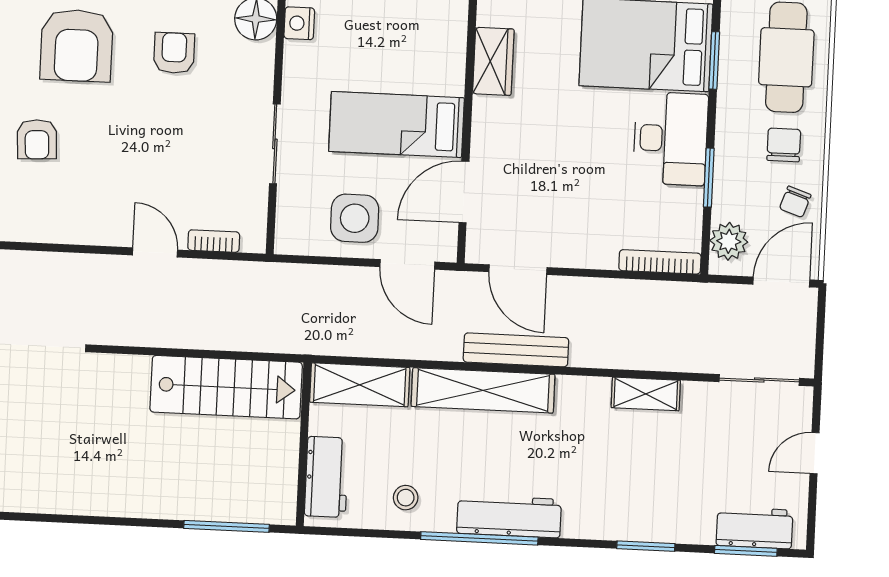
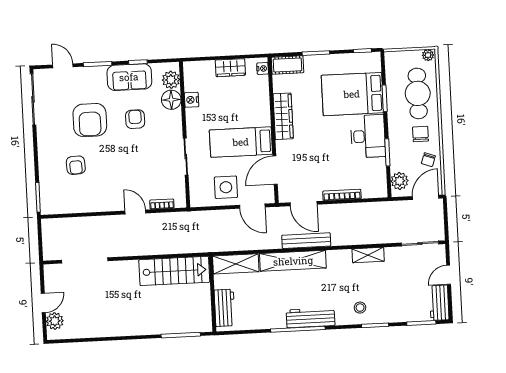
wardrobe: (493, 61) -> (283, 116), width x1.50
bookcase: (660, 262) -> (342, 195), moved
stool: (406, 498) -> (360, 308), moved
workbench: (754, 528) -> (439, 303), moved, turned -90

